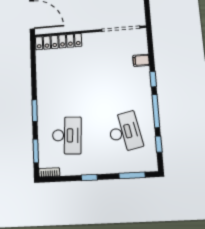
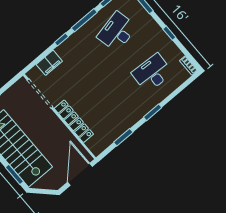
locker: (59, 42) -> (74, 121), moved
filing cabinet: (141, 60) -> (49, 63), width x2.00
window: (36, 151) -> (123, 137), moved

